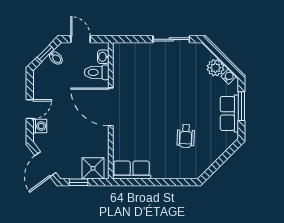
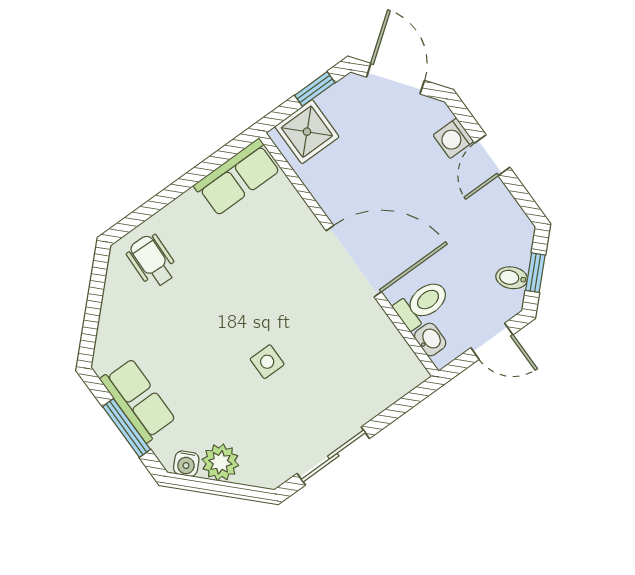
side table: (170, 93) -> (267, 362), added
wheelchair: (186, 136) -> (152, 261), moved

